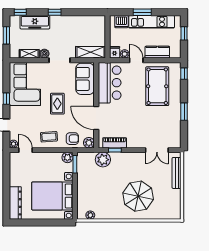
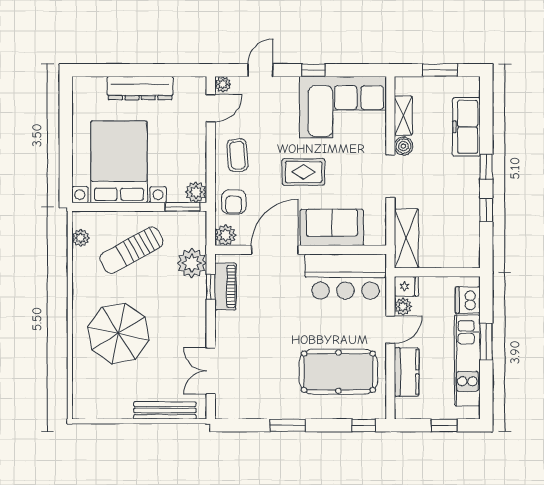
window: (20, 12) -> (486, 210), moved
sofa: (85, 79) -> (332, 227), moved
sun lounger: (96, 190) -> (131, 250), added
dresser: (15, 203) -> (140, 88), moved

